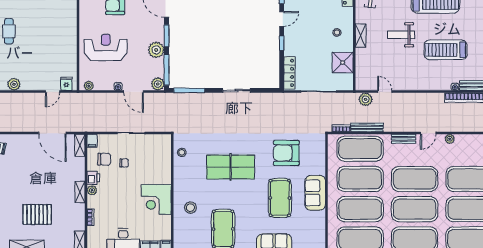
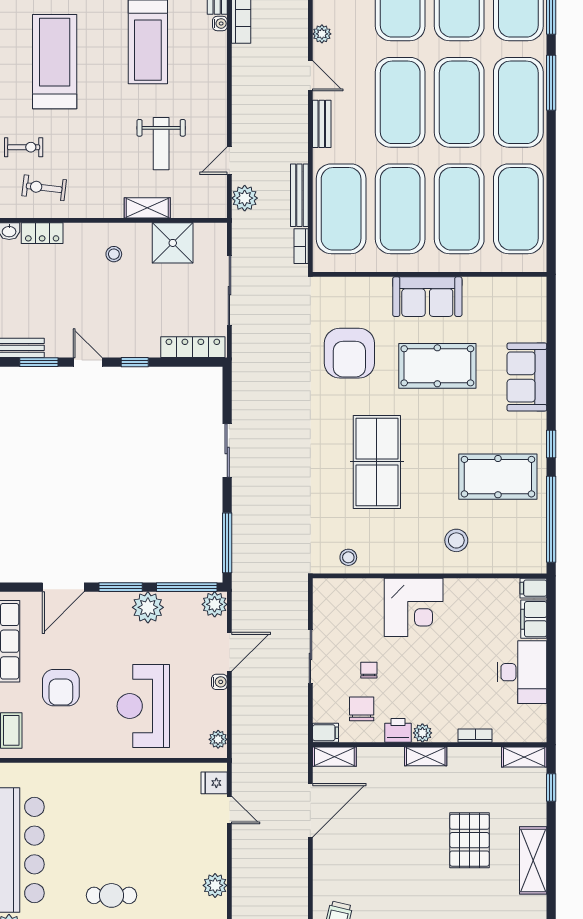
weight bench: (401, 35) -> (161, 144), moved
shelving: (361, 36) -> (147, 208), moved
corner desk: (156, 199) -> (414, 607), moved

